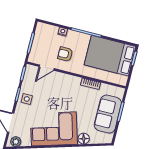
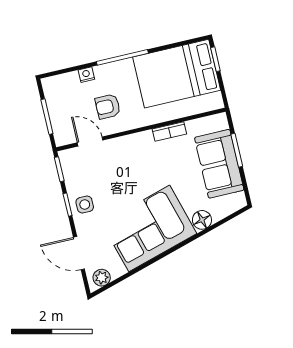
door: (47, 68) -> (90, 141), swing flipped

